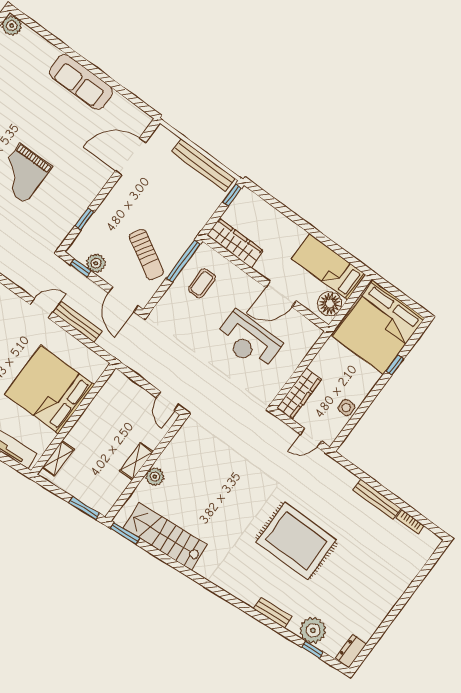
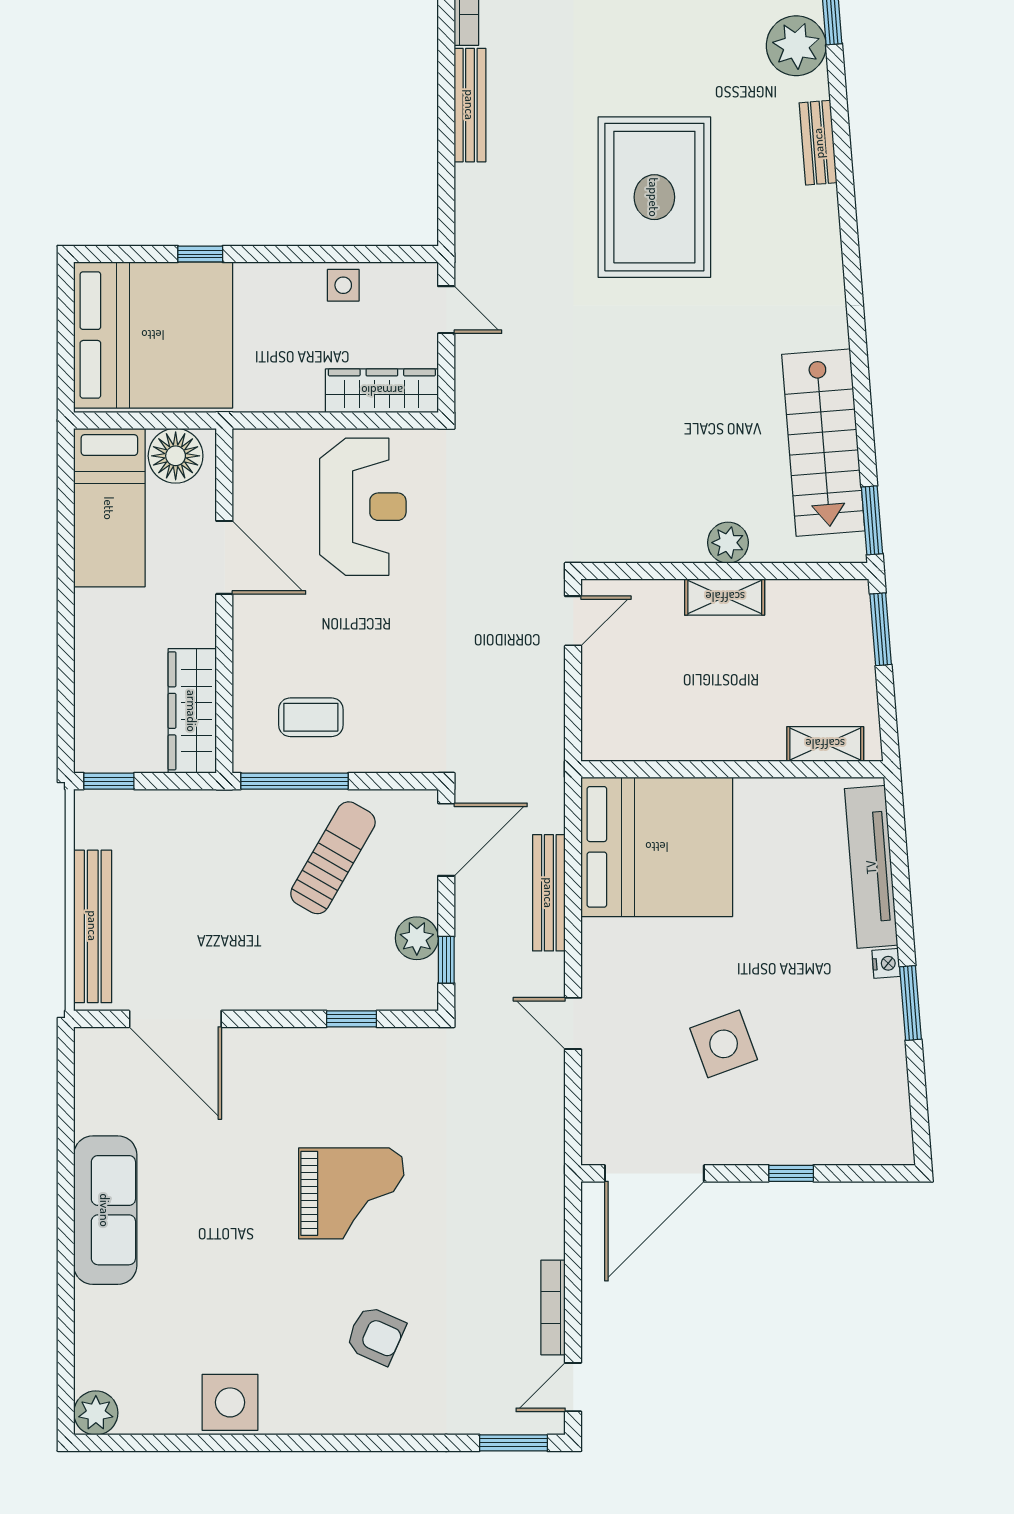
bench: (204, 165) -> (93, 926), moved
door: (41, 308) -> (573, 1023), moved
reception desk: (248, 341) -> (363, 507), moved
bed: (50, 389) -> (657, 847), moved, turned -90

